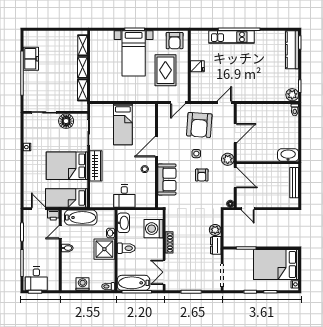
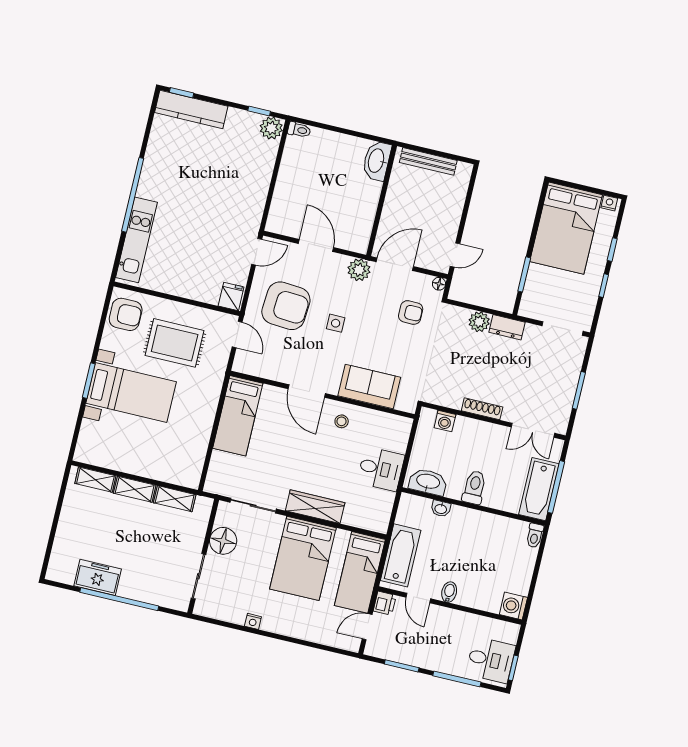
kitchen unit: (232, 37) -> (136, 240), moved
fridge: (197, 66) -> (231, 296), moved
door: (224, 103) -> (257, 252), swing flipped
bed: (123, 124) -> (238, 416), moved, turned 90
armchair: (202, 175) -> (411, 312), moved
washing machine: (153, 229) -> (445, 421), width x0.53, depth x0.53
shower: (104, 249) -> (467, 527), removed
washing machine: (83, 284) -> (513, 606), moved

